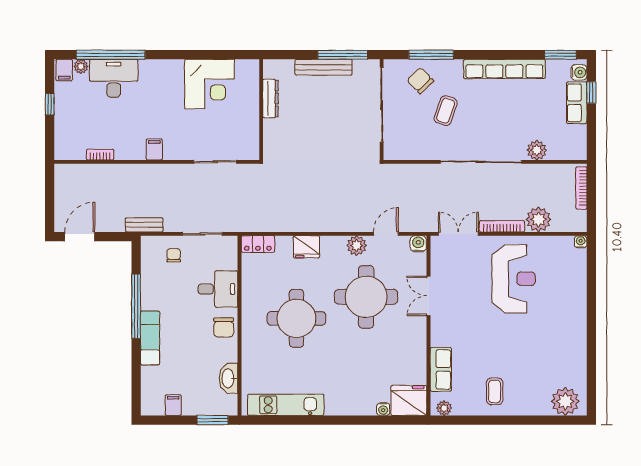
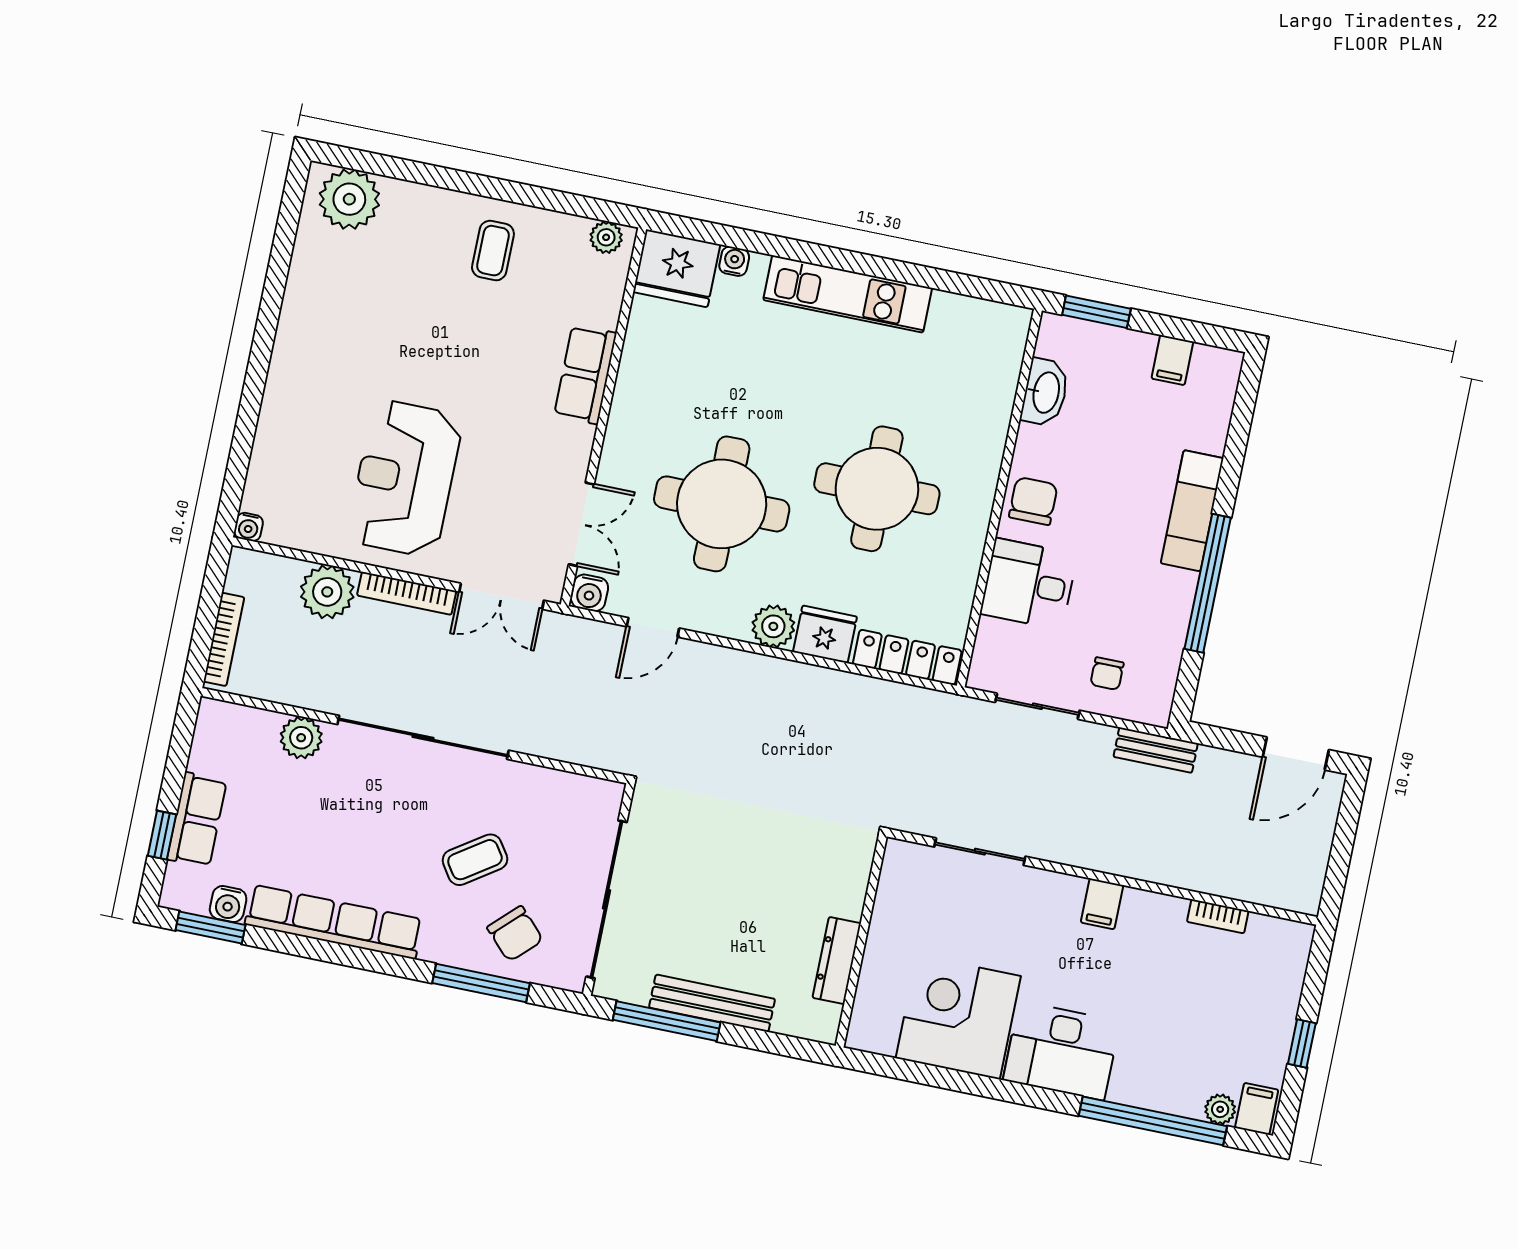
water cooler: (579, 72) -> (228, 904), moved, turned -90
desk: (114, 78) -> (1061, 1051), moved
coffee table: (446, 111) -> (475, 860), turned 37
locker: (258, 244) -> (907, 657), width x1.53
plant: (357, 246) -> (773, 626), moved
double door: (428, 296) -> (581, 524), moved
row of seats: (441, 369) -> (585, 374), moved
kitchen unit: (286, 405) -> (848, 294), moved

